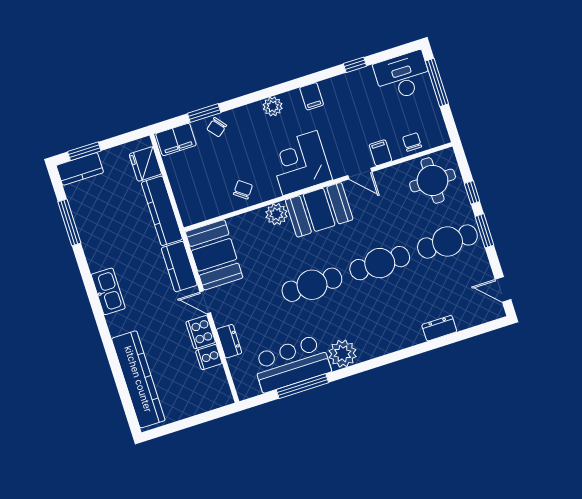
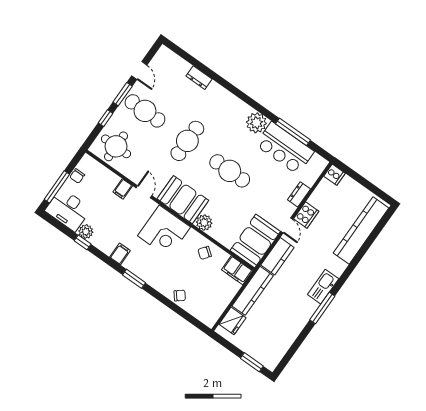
plant: (273, 106) -> (86, 232), moved
window: (204, 113) -> (134, 279), moved
filing cabinet: (176, 139) -> (237, 270), moved, turned 180
chair: (412, 142) -> (77, 176), moved
kitchen counter: (80, 169) -> (264, 357), removed
window: (69, 222) -> (322, 308), moved
cafe table: (380, 263) -> (187, 141), turned 90
door: (503, 289) -> (139, 70), moved
cooker: (209, 357) -> (334, 175), moved

